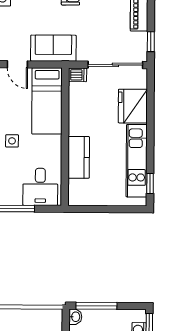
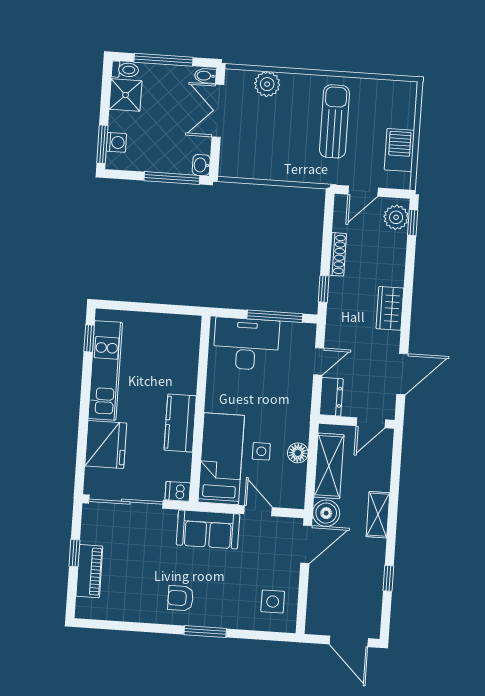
window: (151, 42) -> (74, 553), moved
side table: (12, 141) -> (261, 451), moved
kitchen counter: (79, 157) -> (180, 423), moved
desk: (40, 187) -> (246, 344), width x1.37

